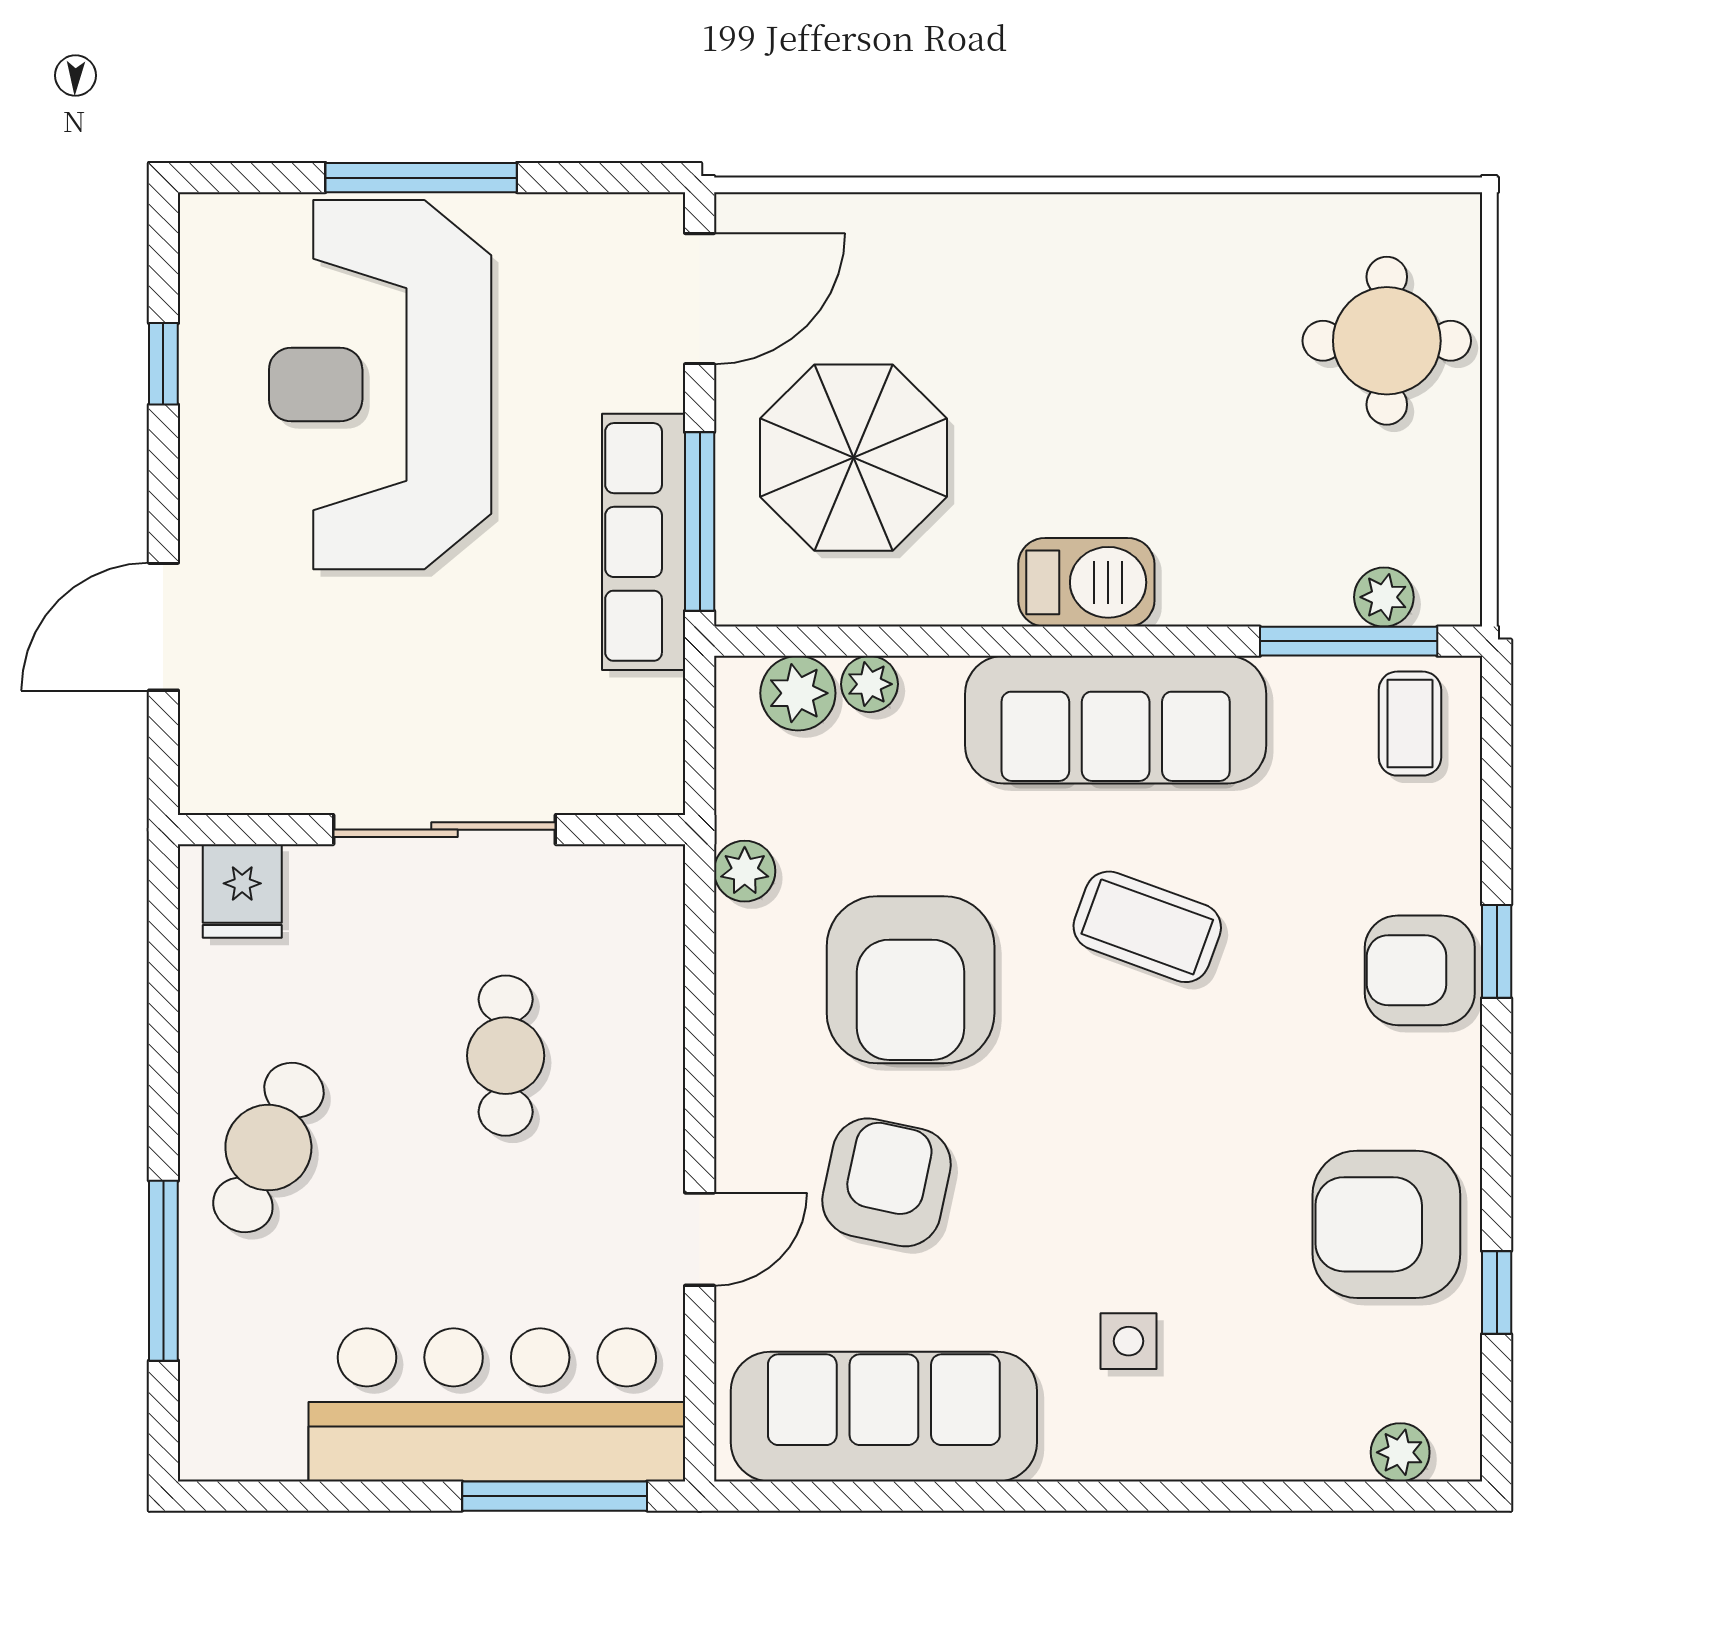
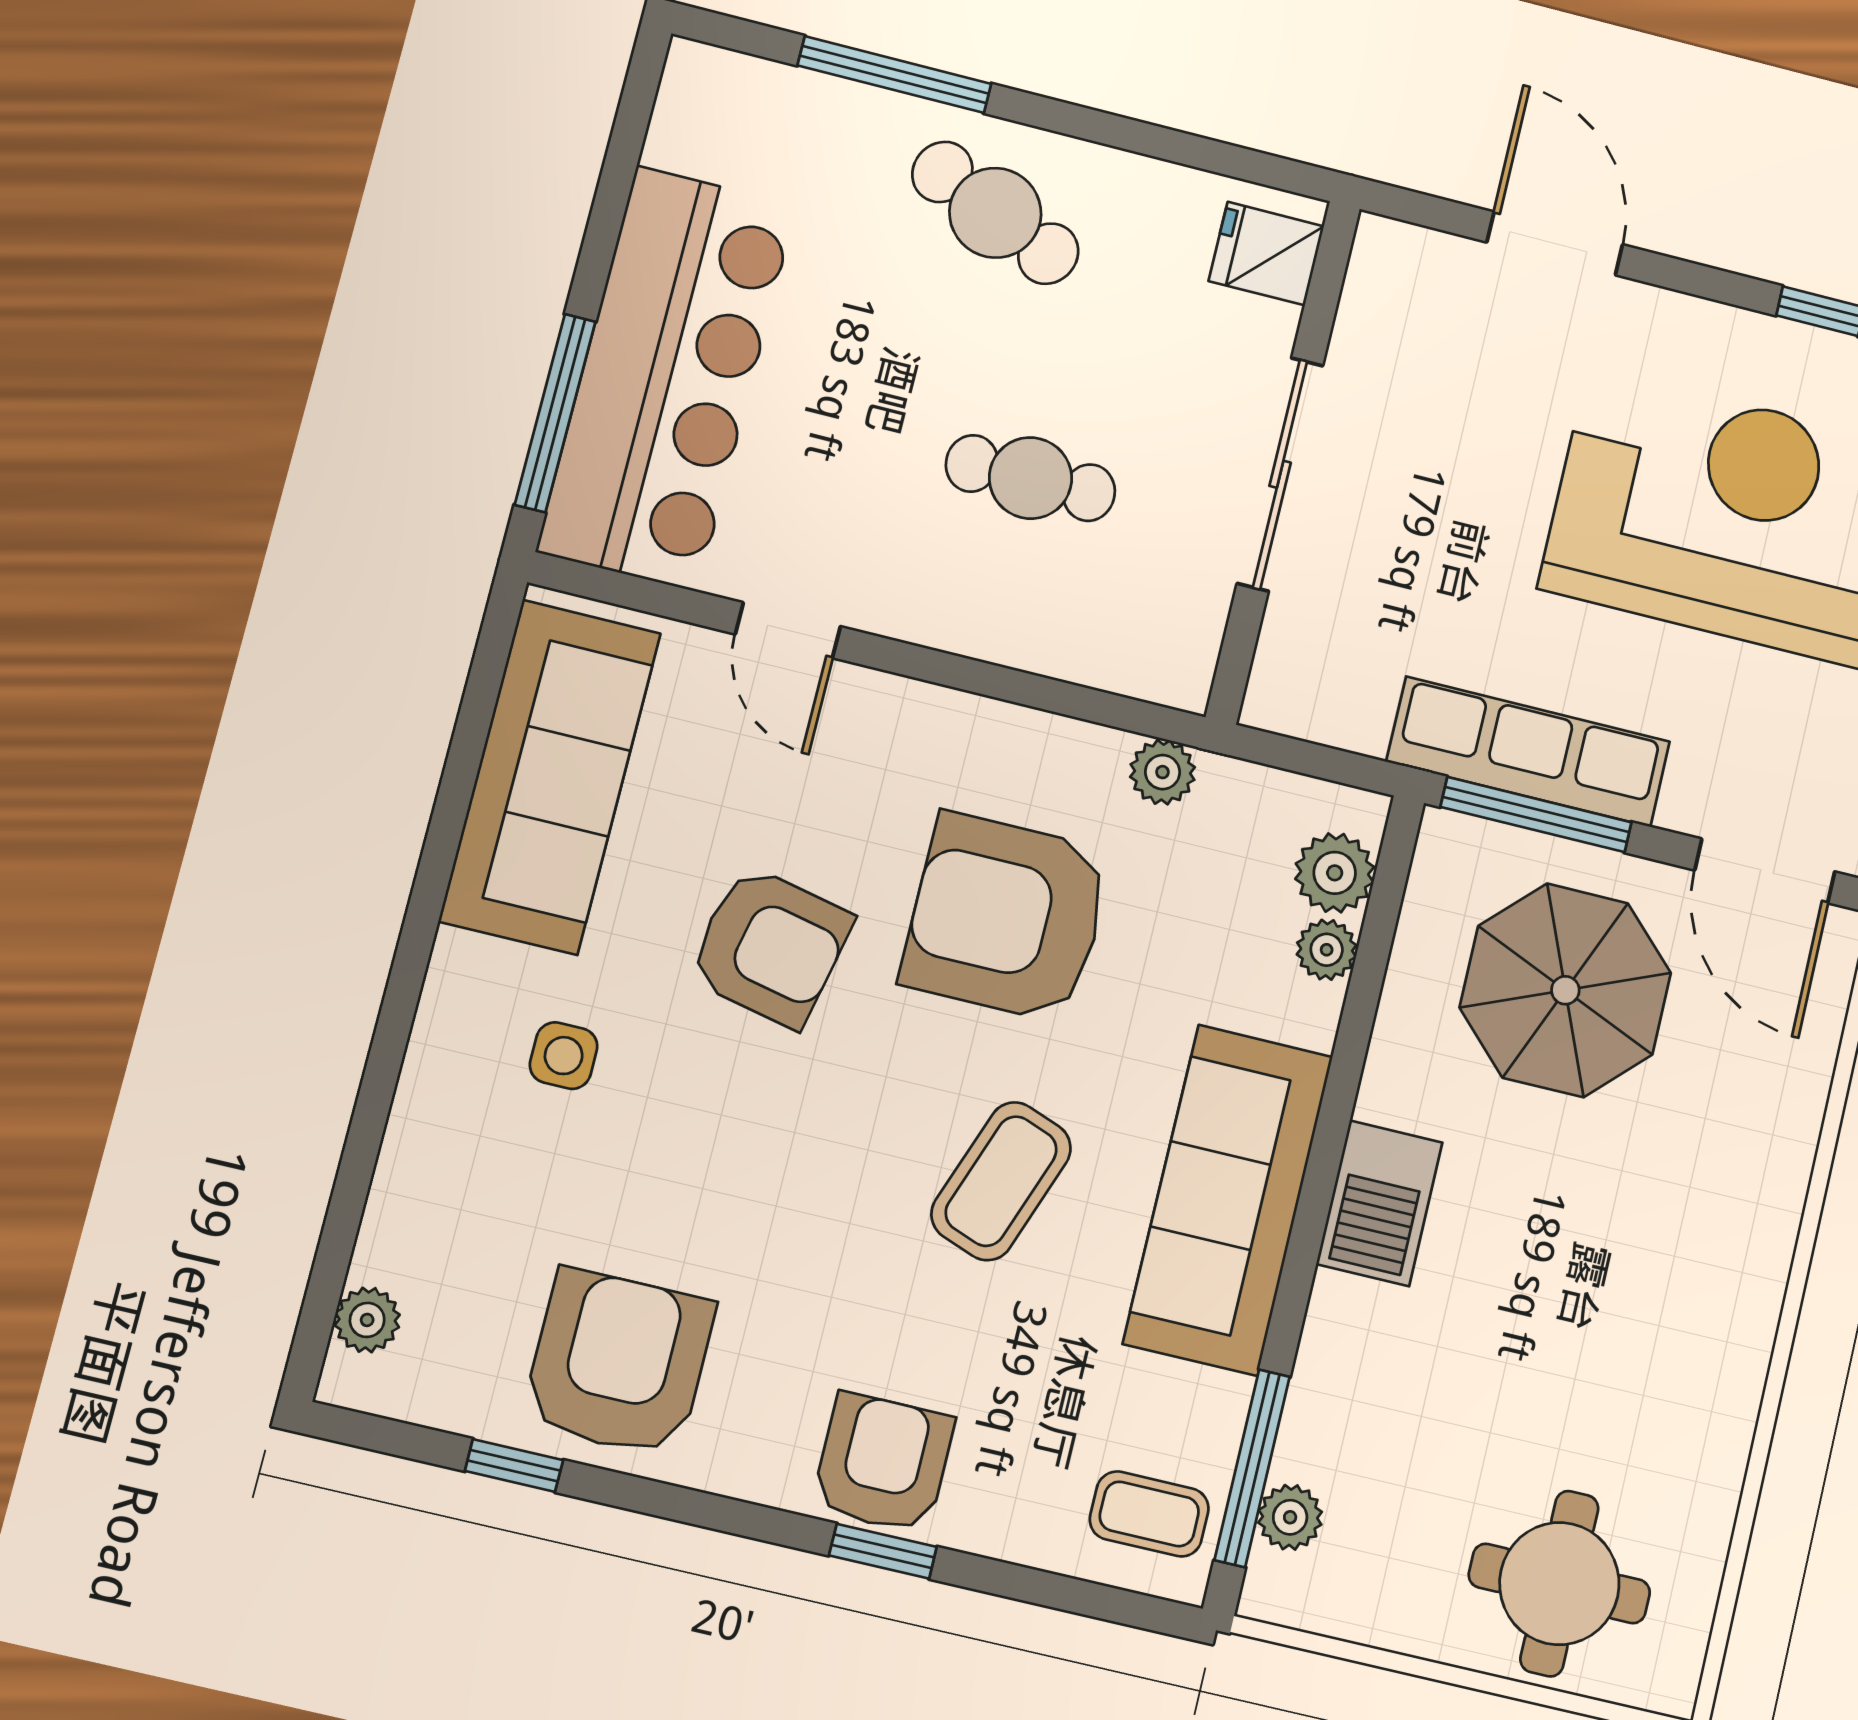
armchair: (886, 1182) -> (770, 946), moved

